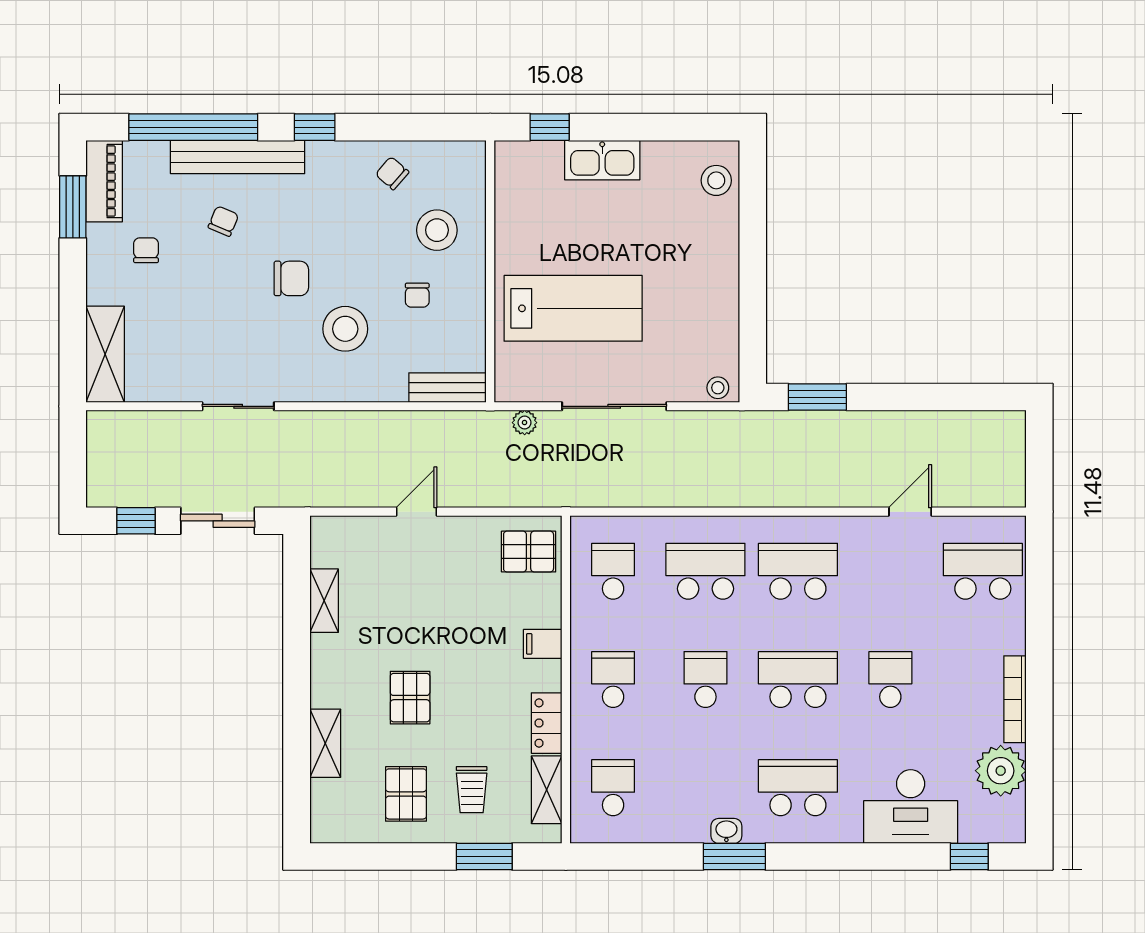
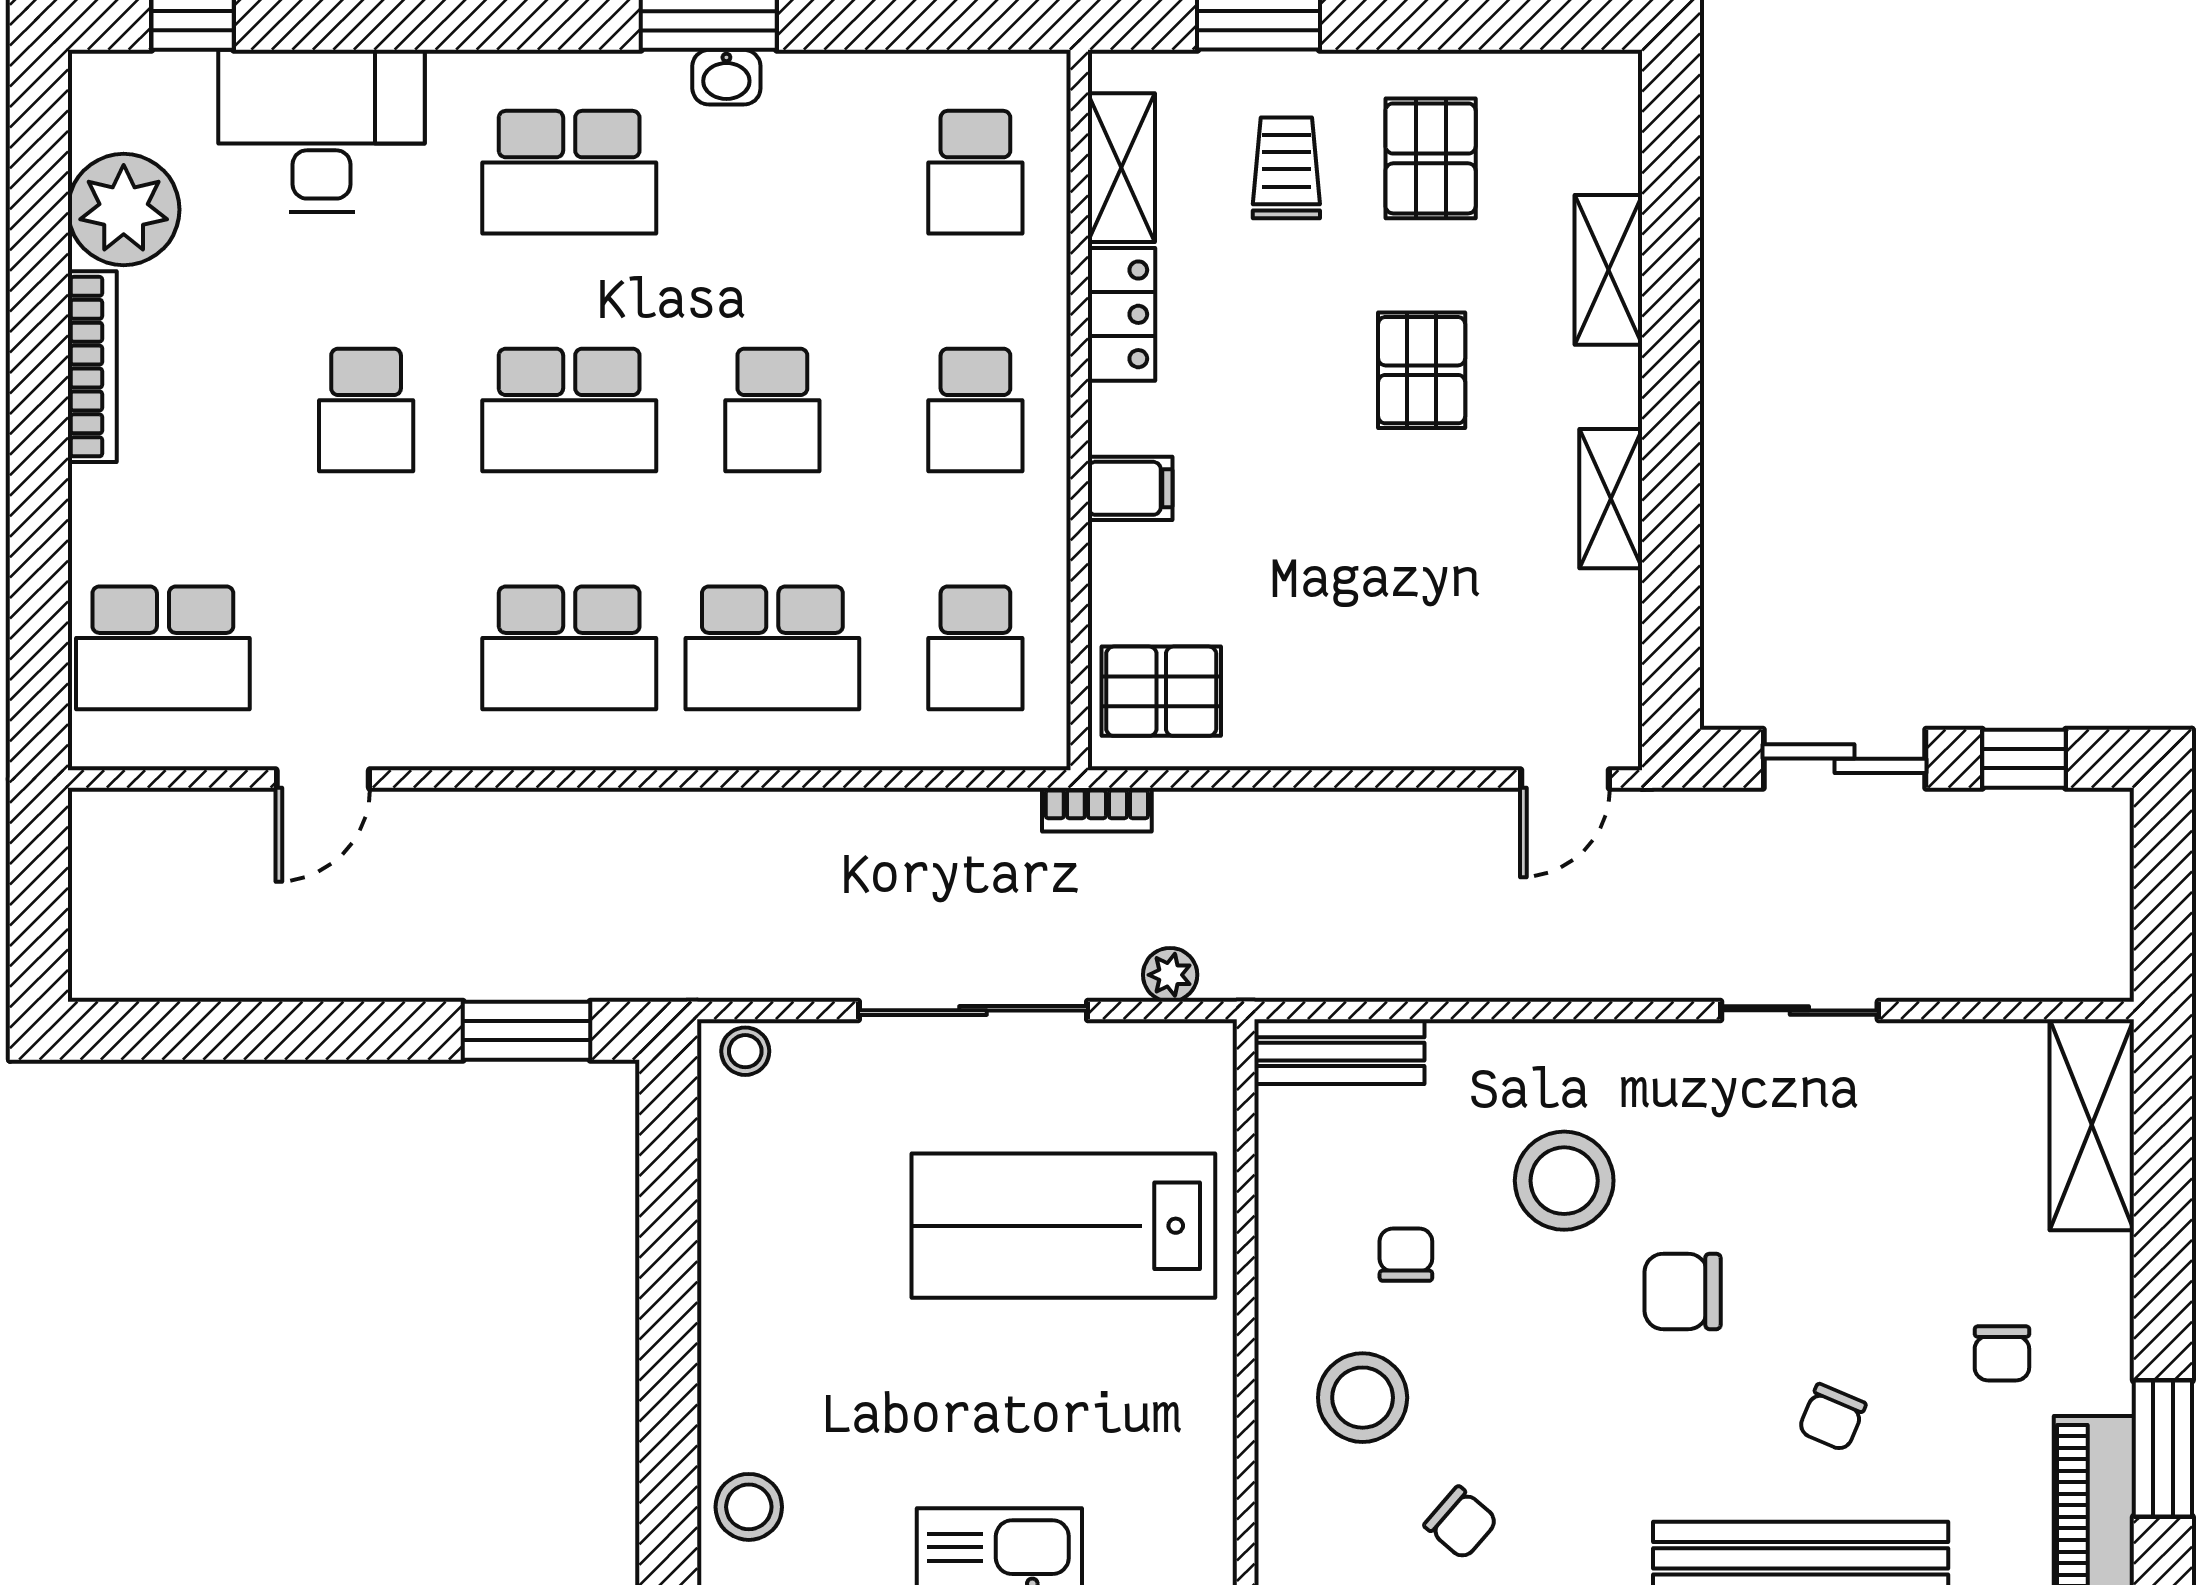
bookcase: (558, 498) -> (1097, 810), added
door: (417, 512) -> (1565, 779), moved
shelving: (324, 601) -> (1611, 499), moved

